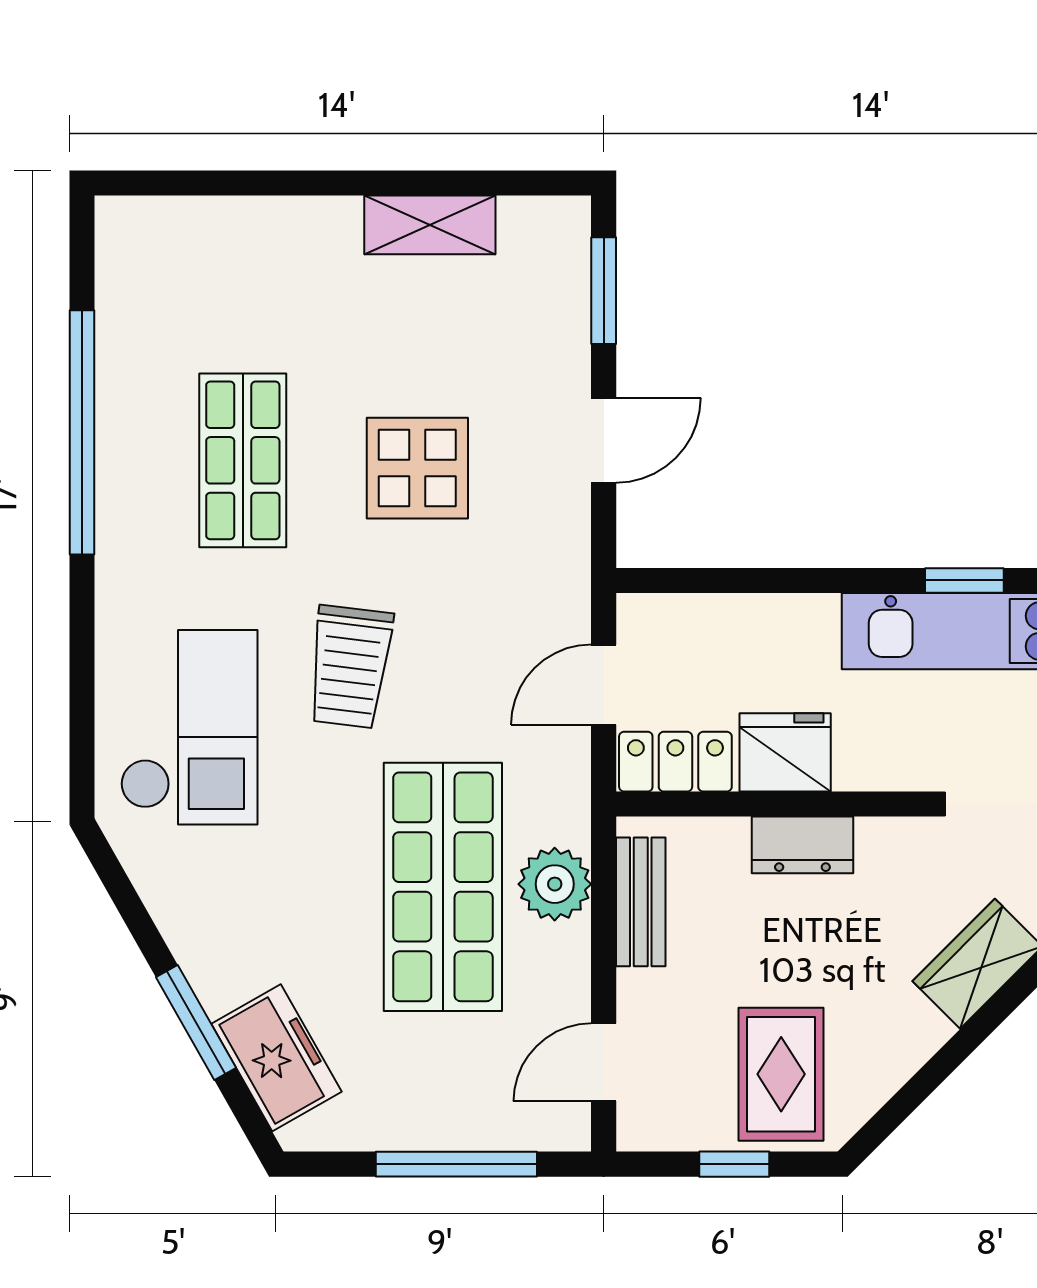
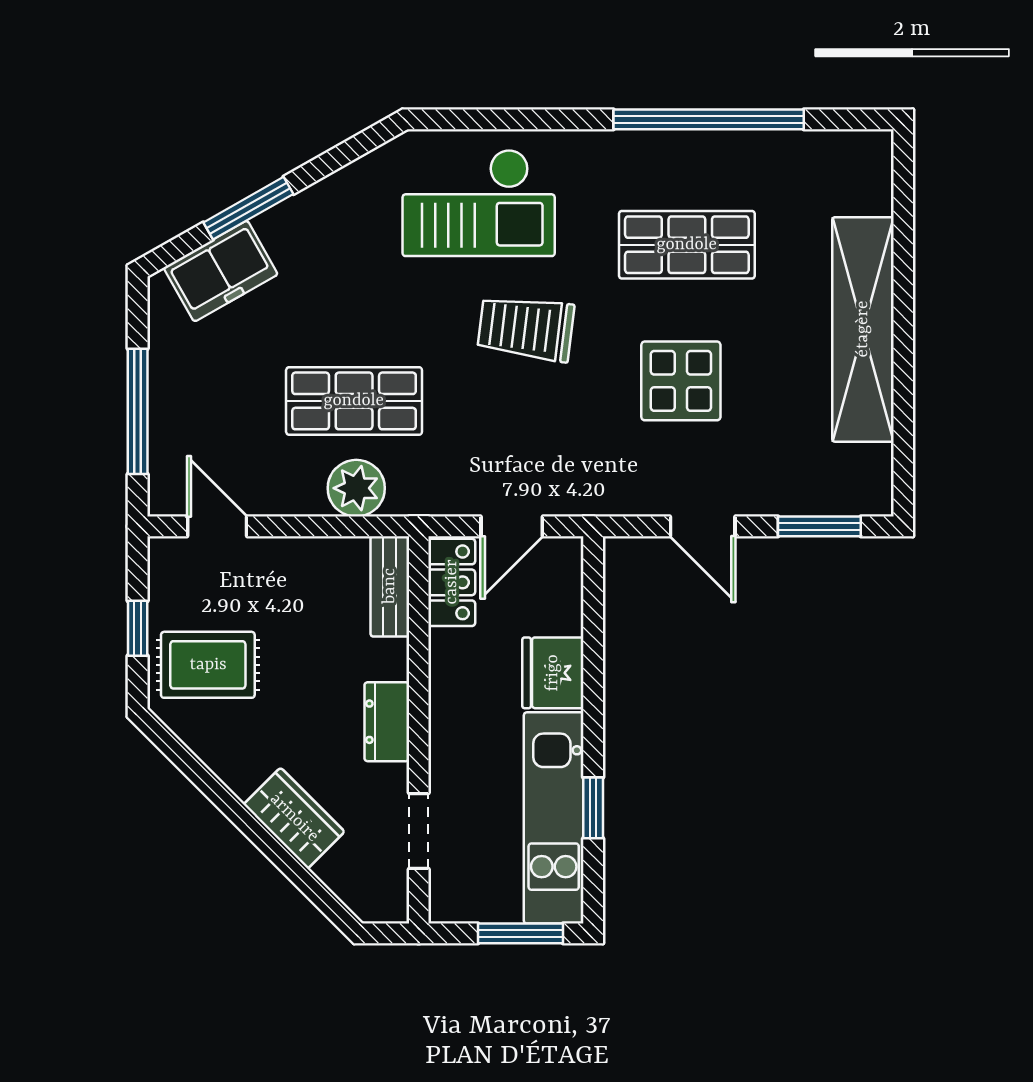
shelving: (430, 225) -> (863, 329), width x2.20, depth x1.33
door: (604, 685) -> (512, 526), swing flipped
fridge: (785, 752) -> (553, 673), moved, turned 180
dresser: (802, 845) -> (387, 722), moved
shop shelf: (443, 887) -> (354, 401), width x0.70, depth x0.74
bench: (641, 902) -> (390, 586), moved, turned 90

